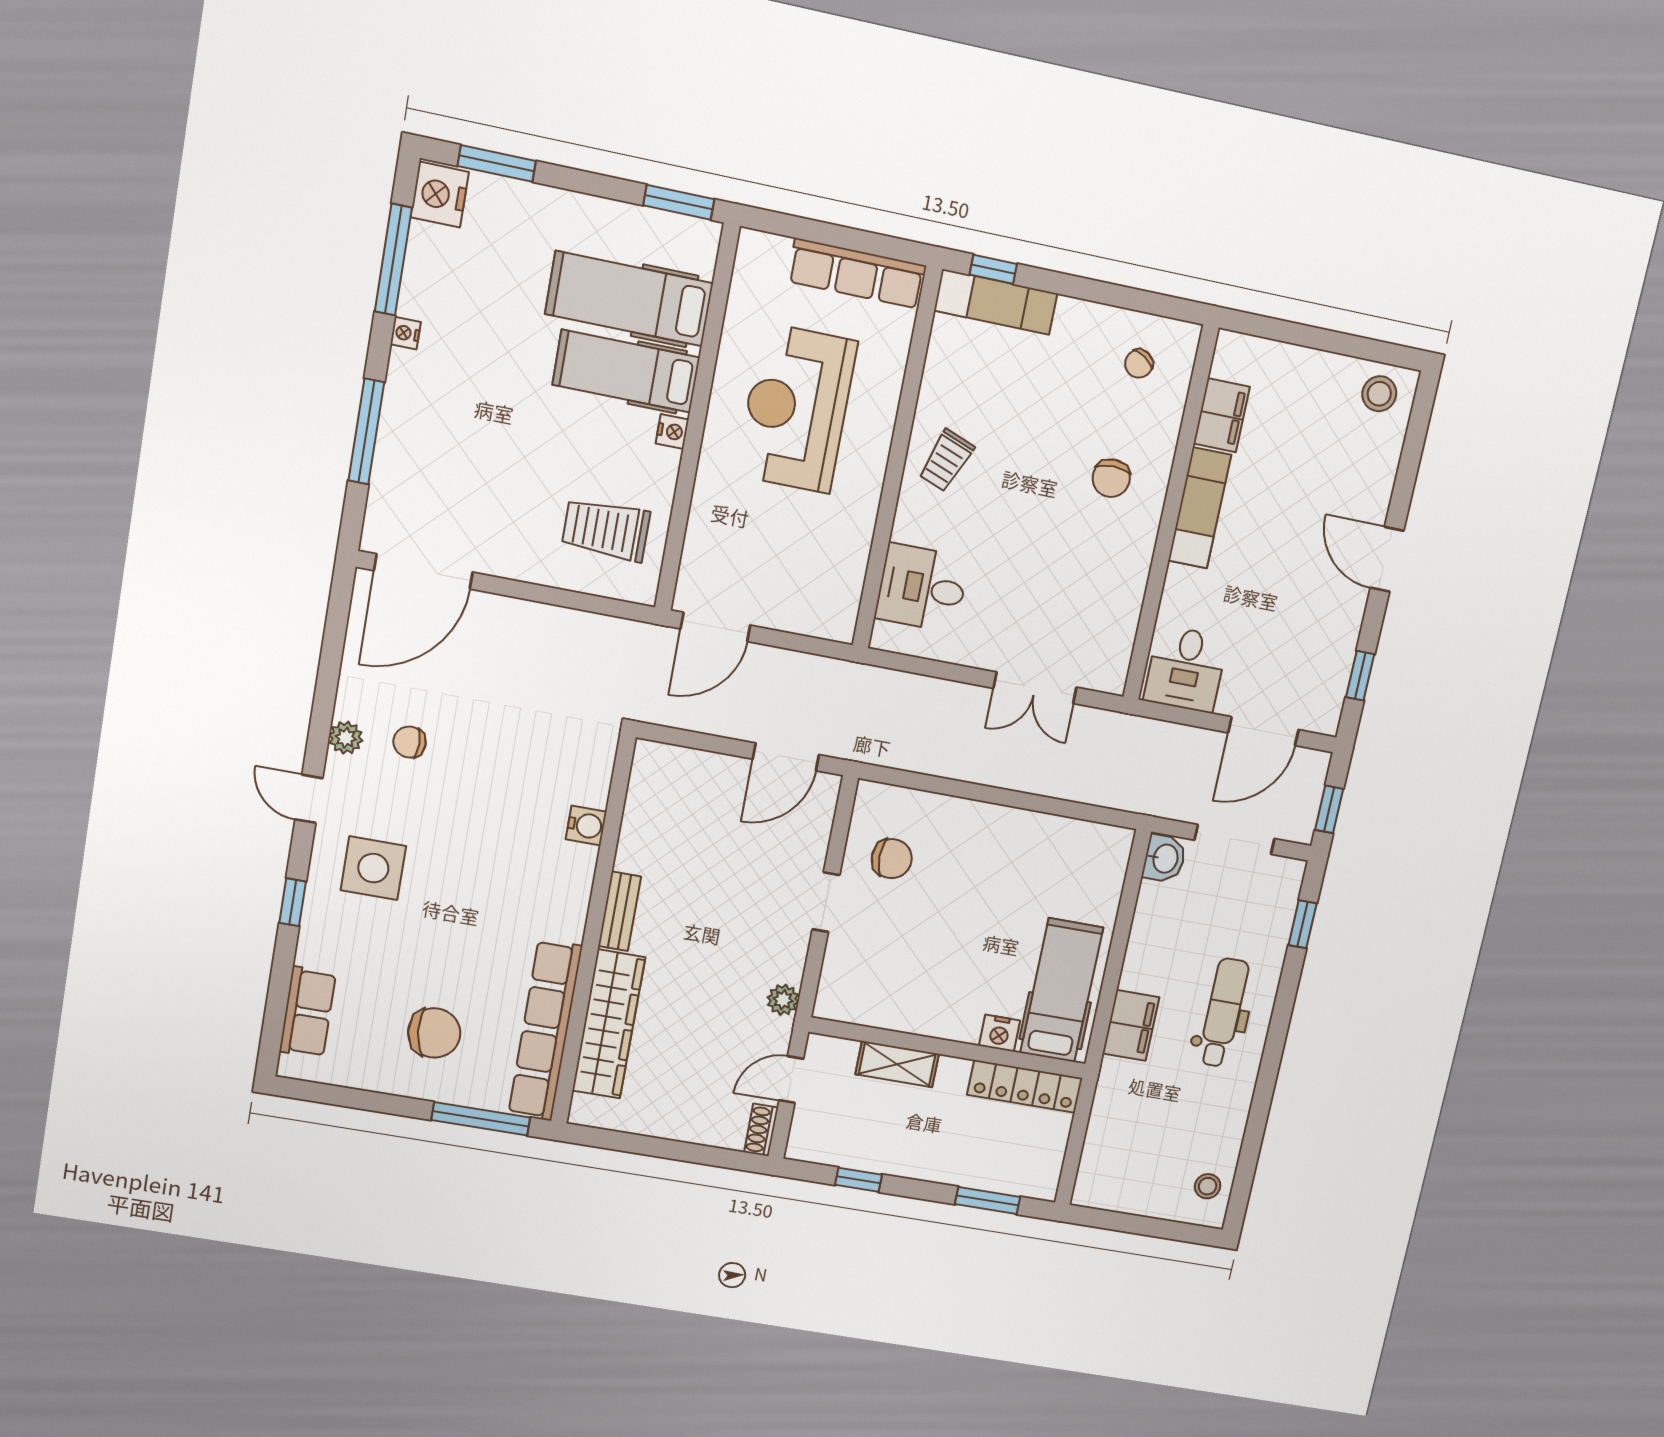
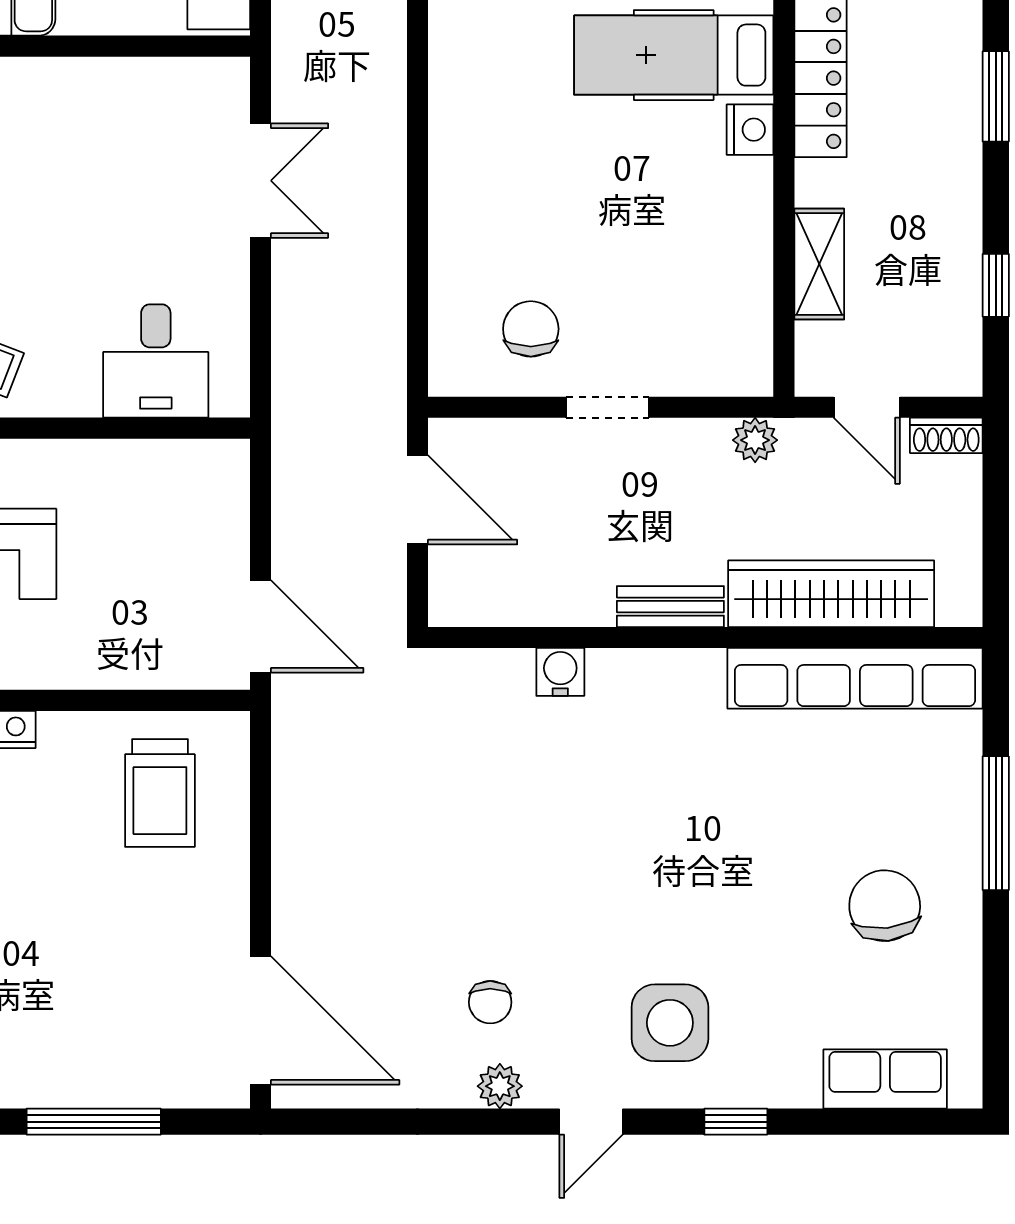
water cooler: (586, 825) -> (560, 672), moved
bench: (620, 911) -> (670, 607), moved
wall: (593, 932) -> (705, 638), moved
wardrobe: (609, 1024) -> (831, 594), moved
row of seats: (545, 1030) -> (855, 678), moved

